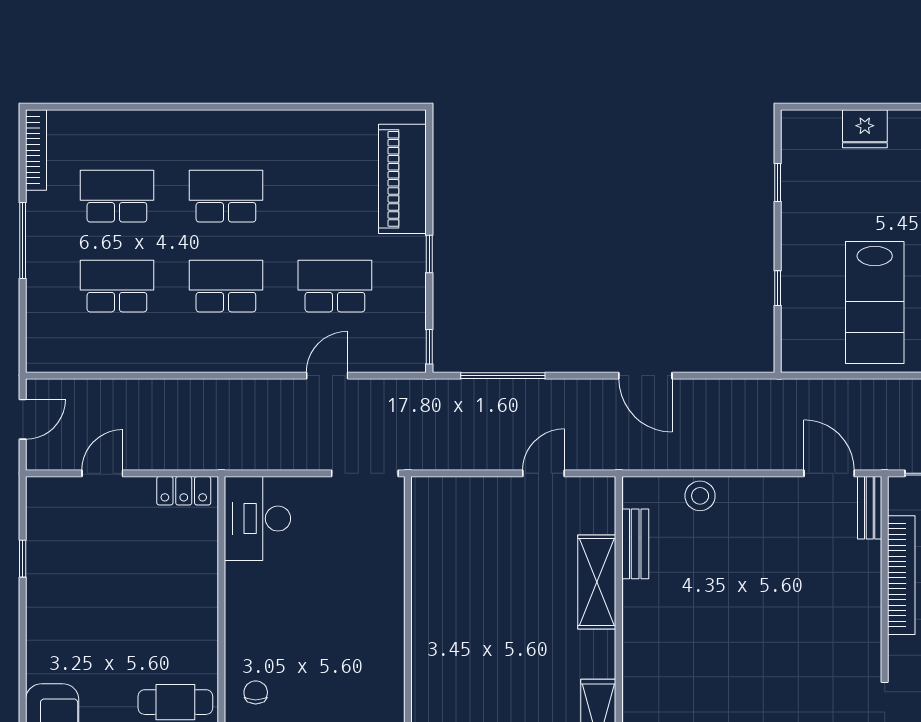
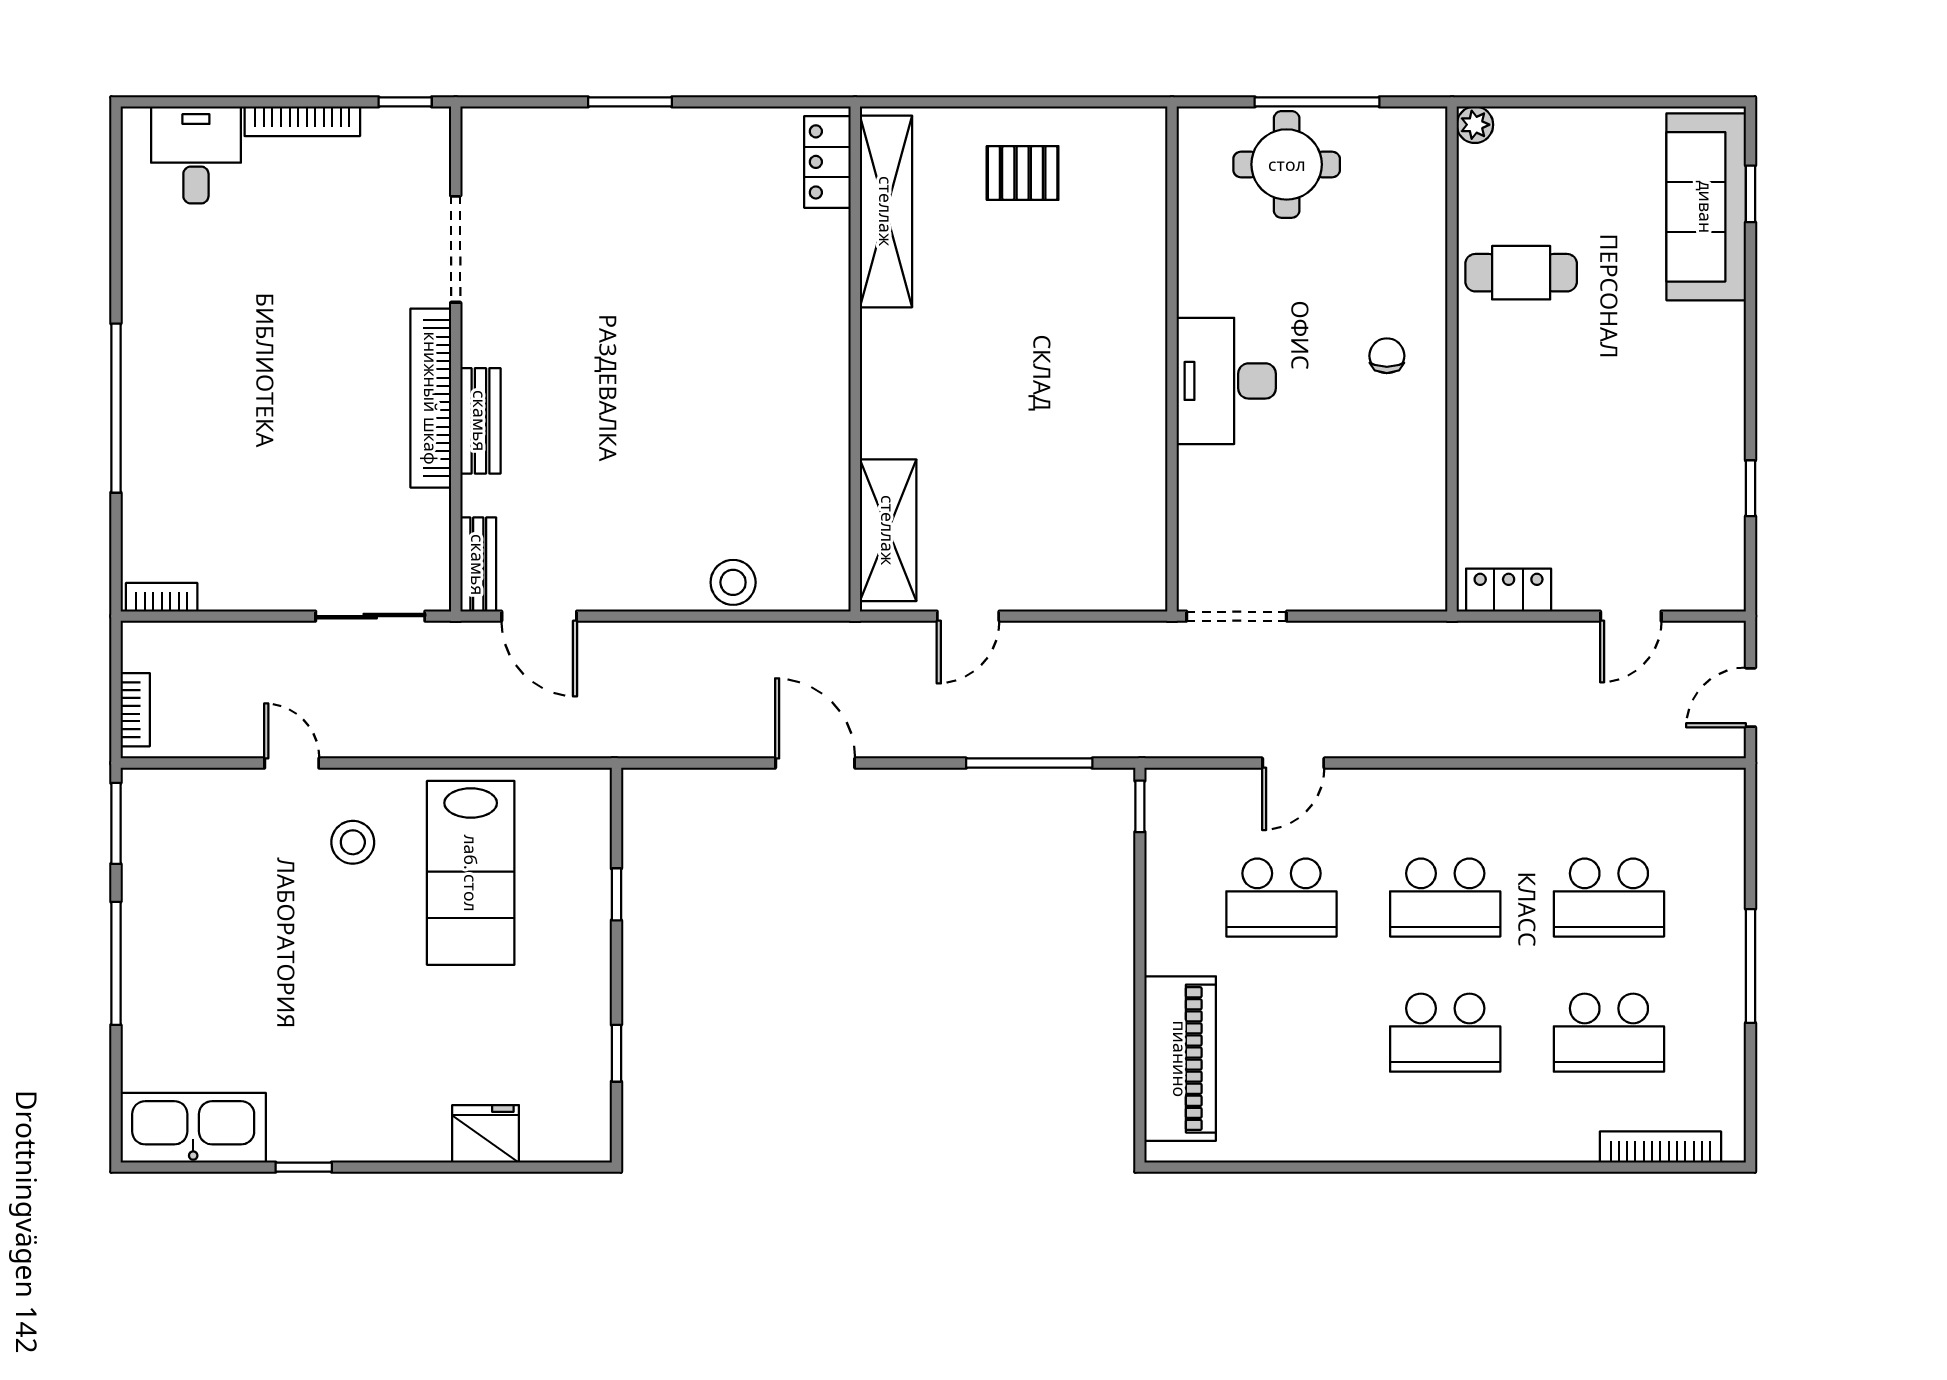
bookcase: (36, 150) -> (1660, 1147), moved, turned 90
window: (429, 254) -> (1140, 946), removed
lab bench: (875, 302) -> (471, 873), turned 180
desk: (257, 519) -> (1226, 381), moved, turned 180
bench: (635, 544) -> (480, 421), moved
bookcase: (901, 575) -> (431, 398), moved
shelving: (597, 582) -> (888, 530), moved
chair: (256, 692) -> (1387, 356), moved, turned 180

